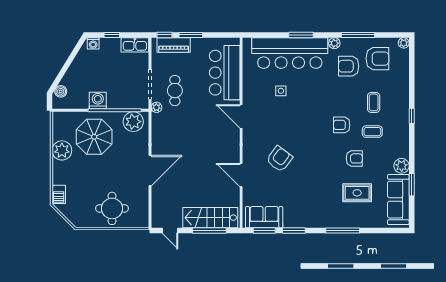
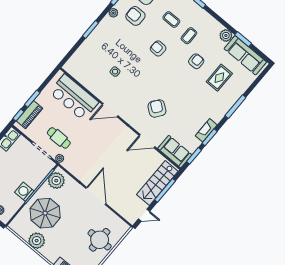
bar counter: (290, 53) -> (96, 46), removed
armchair: (349, 66) -> (135, 16), turned 90
armchair: (342, 125) -> (158, 48), moved, turned 93
sofa: (264, 217) -> (175, 152), moved, turned 90
fireplace: (298, 222) -> (206, 130), added

